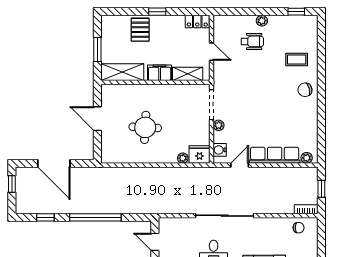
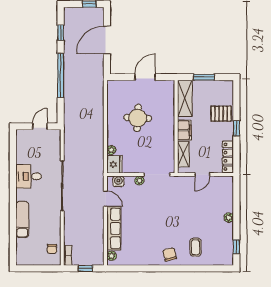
locker: (197, 22) -> (228, 157), width x1.53
wheelchair: (252, 41) -> (211, 209), removed

